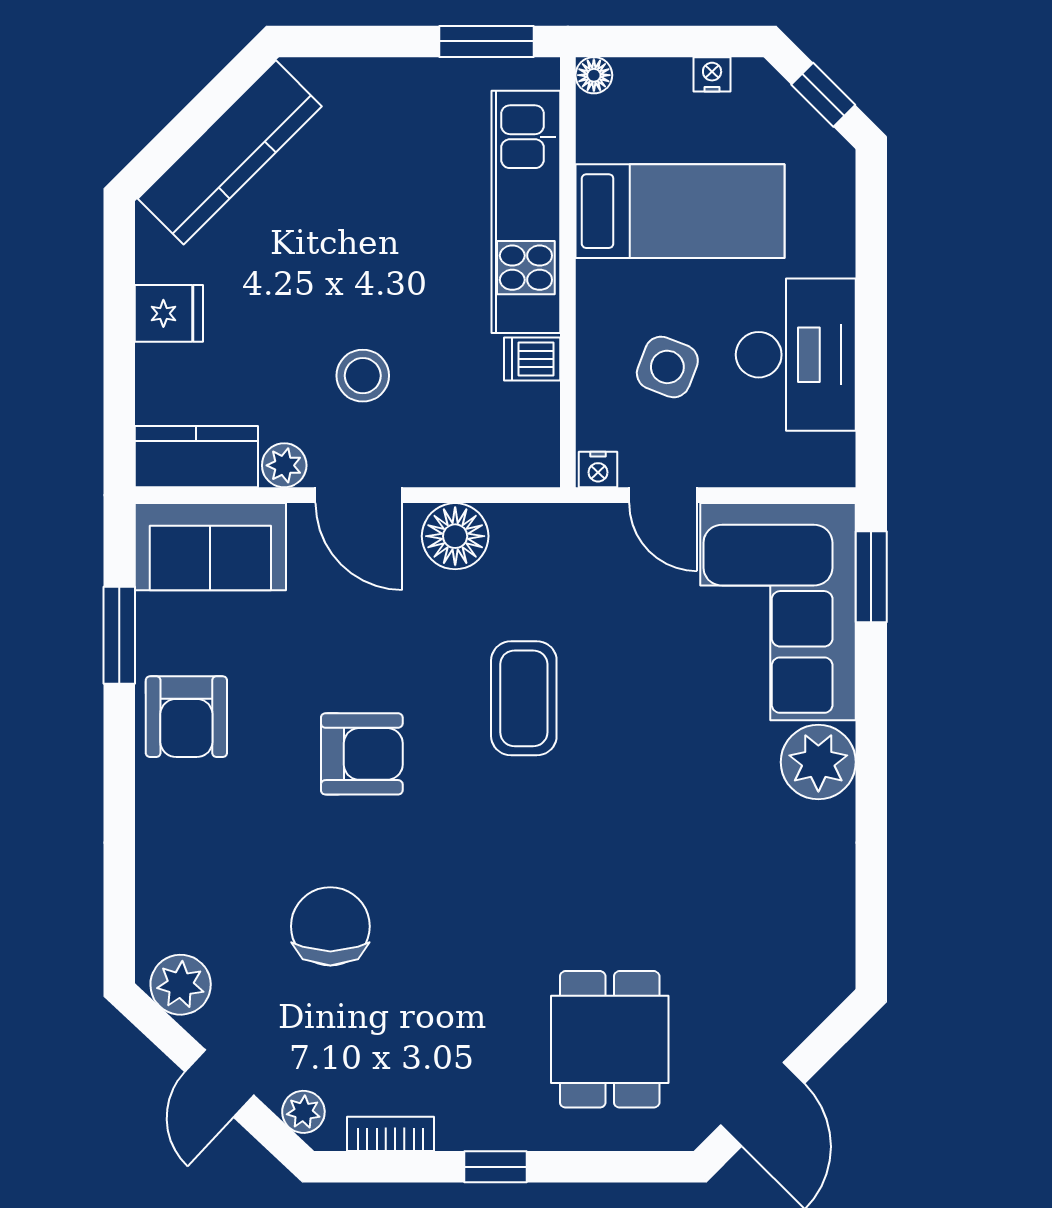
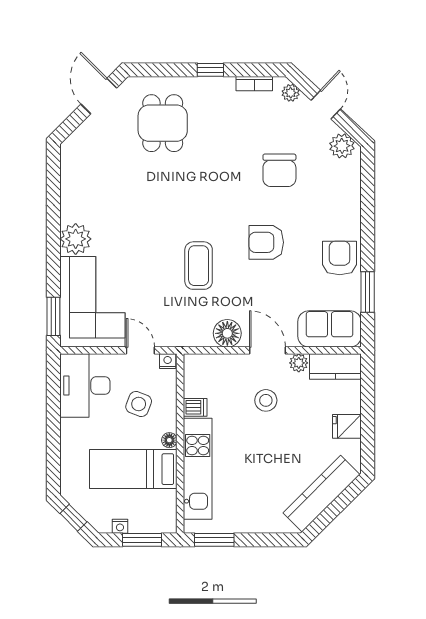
window: (659, 41) -> (142, 540), added
floor lamp: (594, 75) -> (169, 440), moved
desk: (796, 355) -> (85, 386), moved

